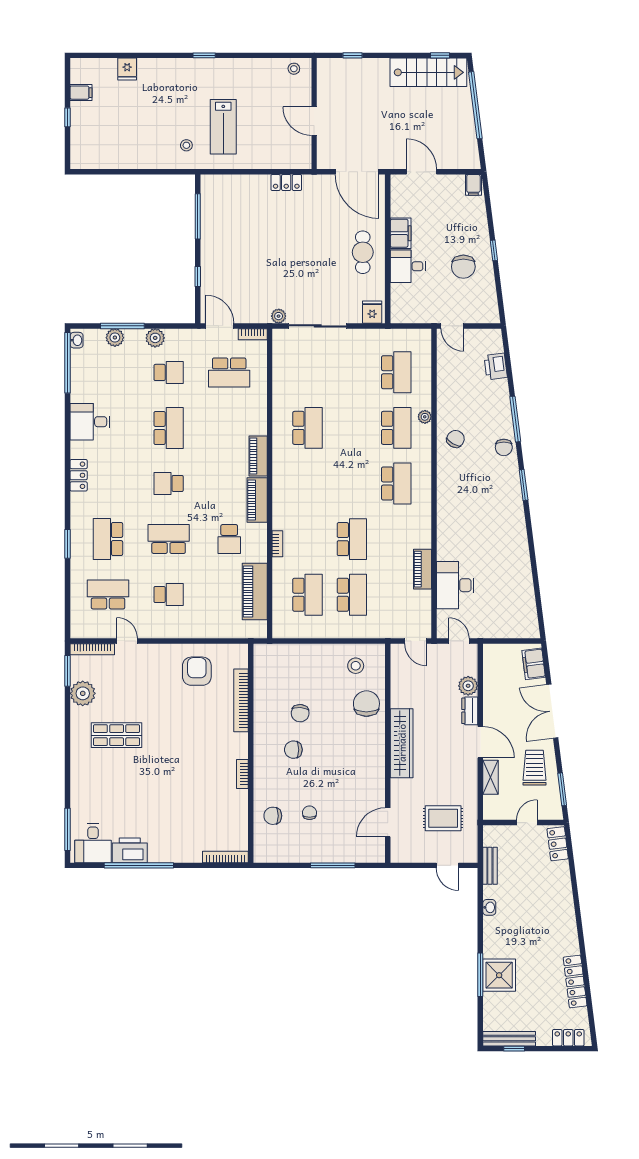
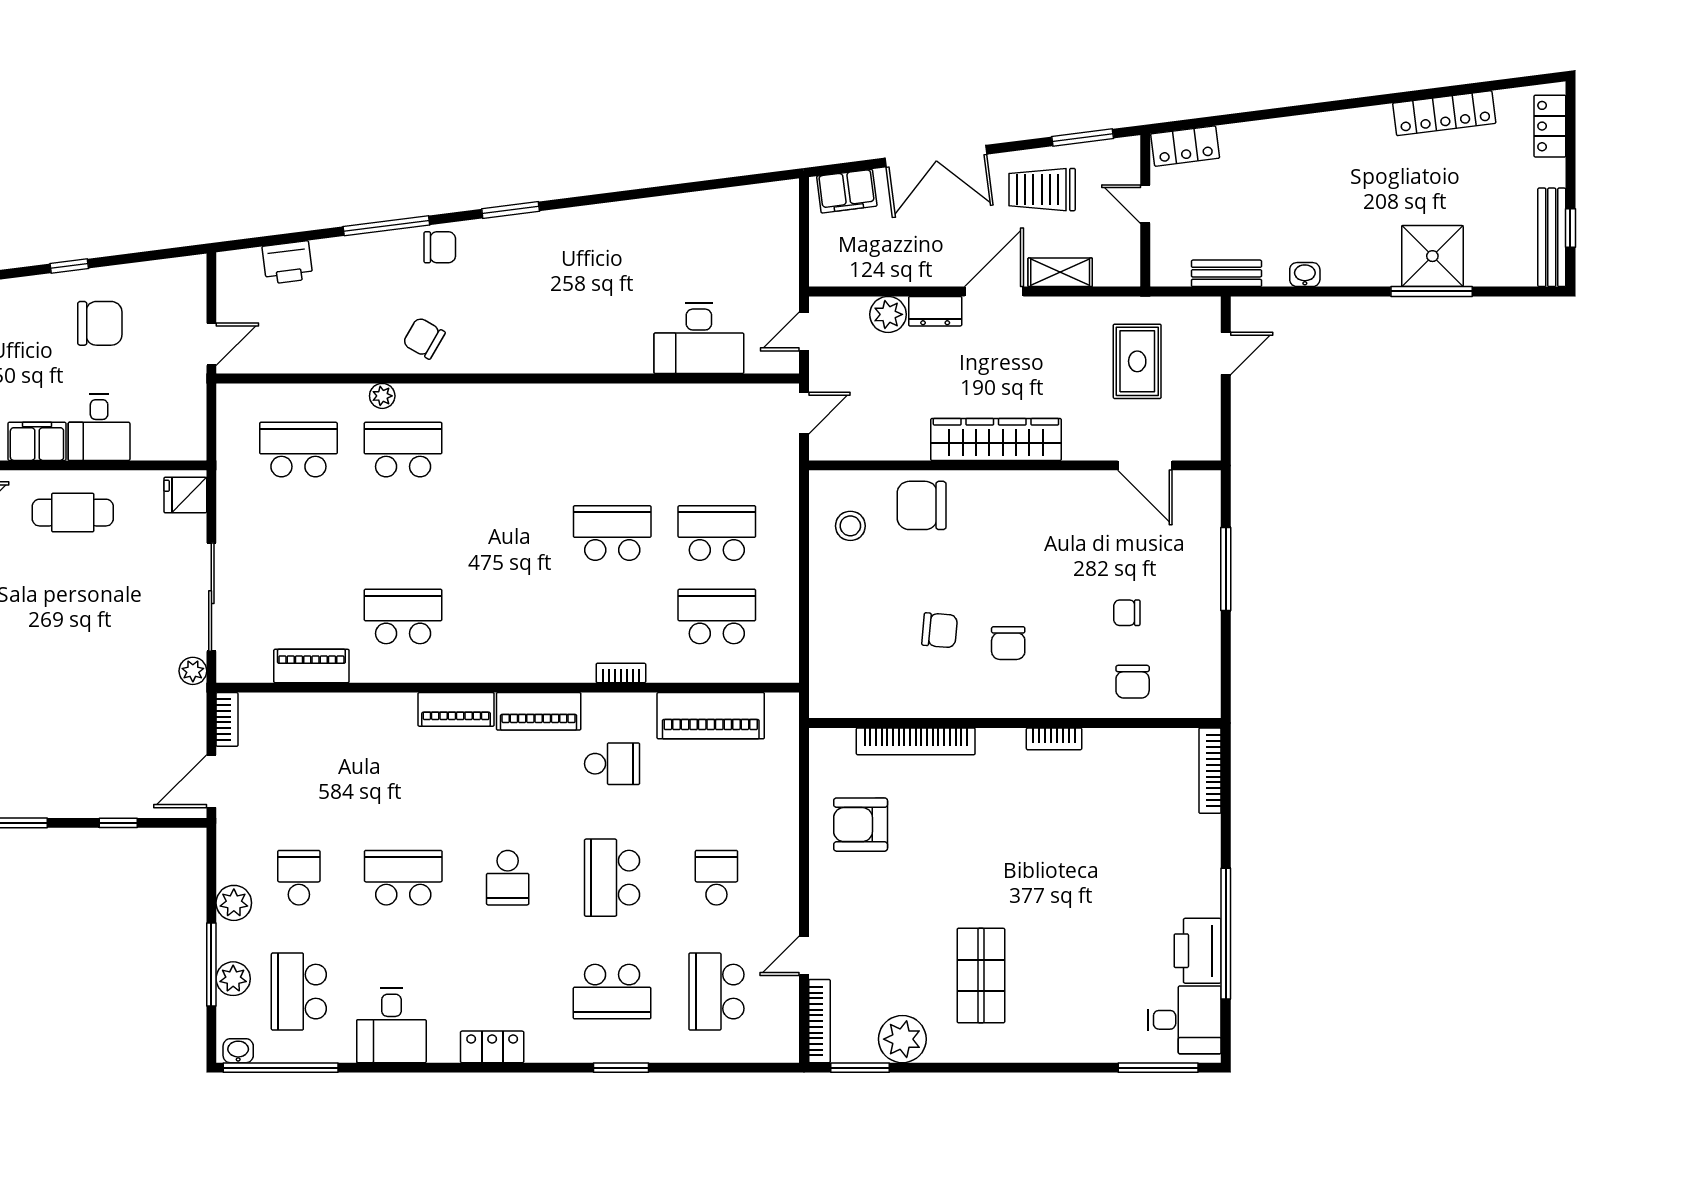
school desk: (229, 372) -> (299, 992), moved, turned 180
school desk: (396, 483) -> (508, 450), removed
piano: (423, 569) -> (311, 666), moved, turned 180

